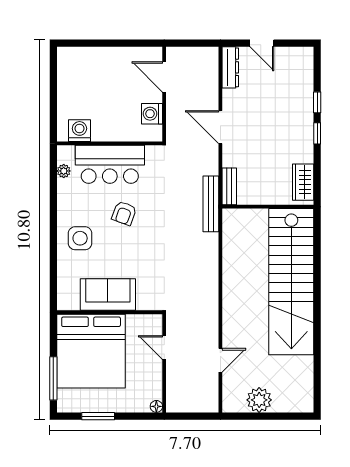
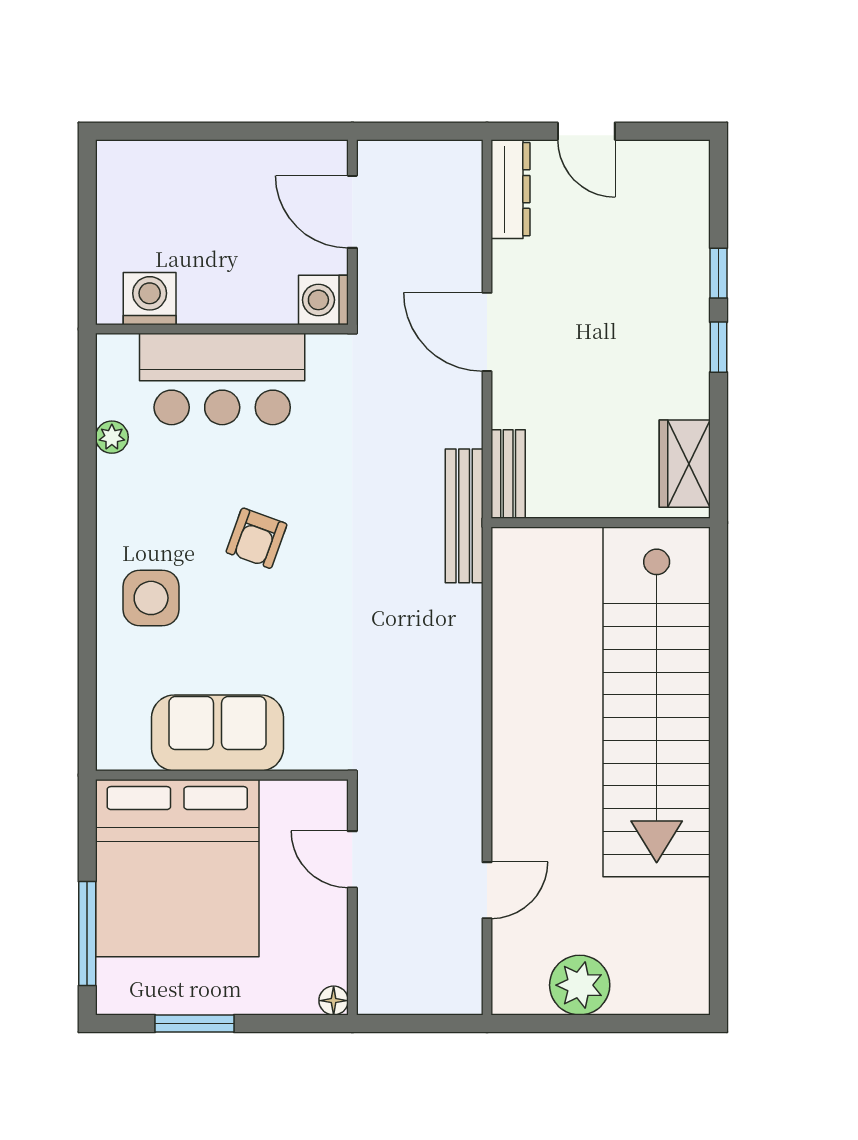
washing machine: (79, 131) -> (150, 299), moved
wall: (110, 143) -> (222, 329), moved
bar counter: (110, 164) -> (222, 379), moved

